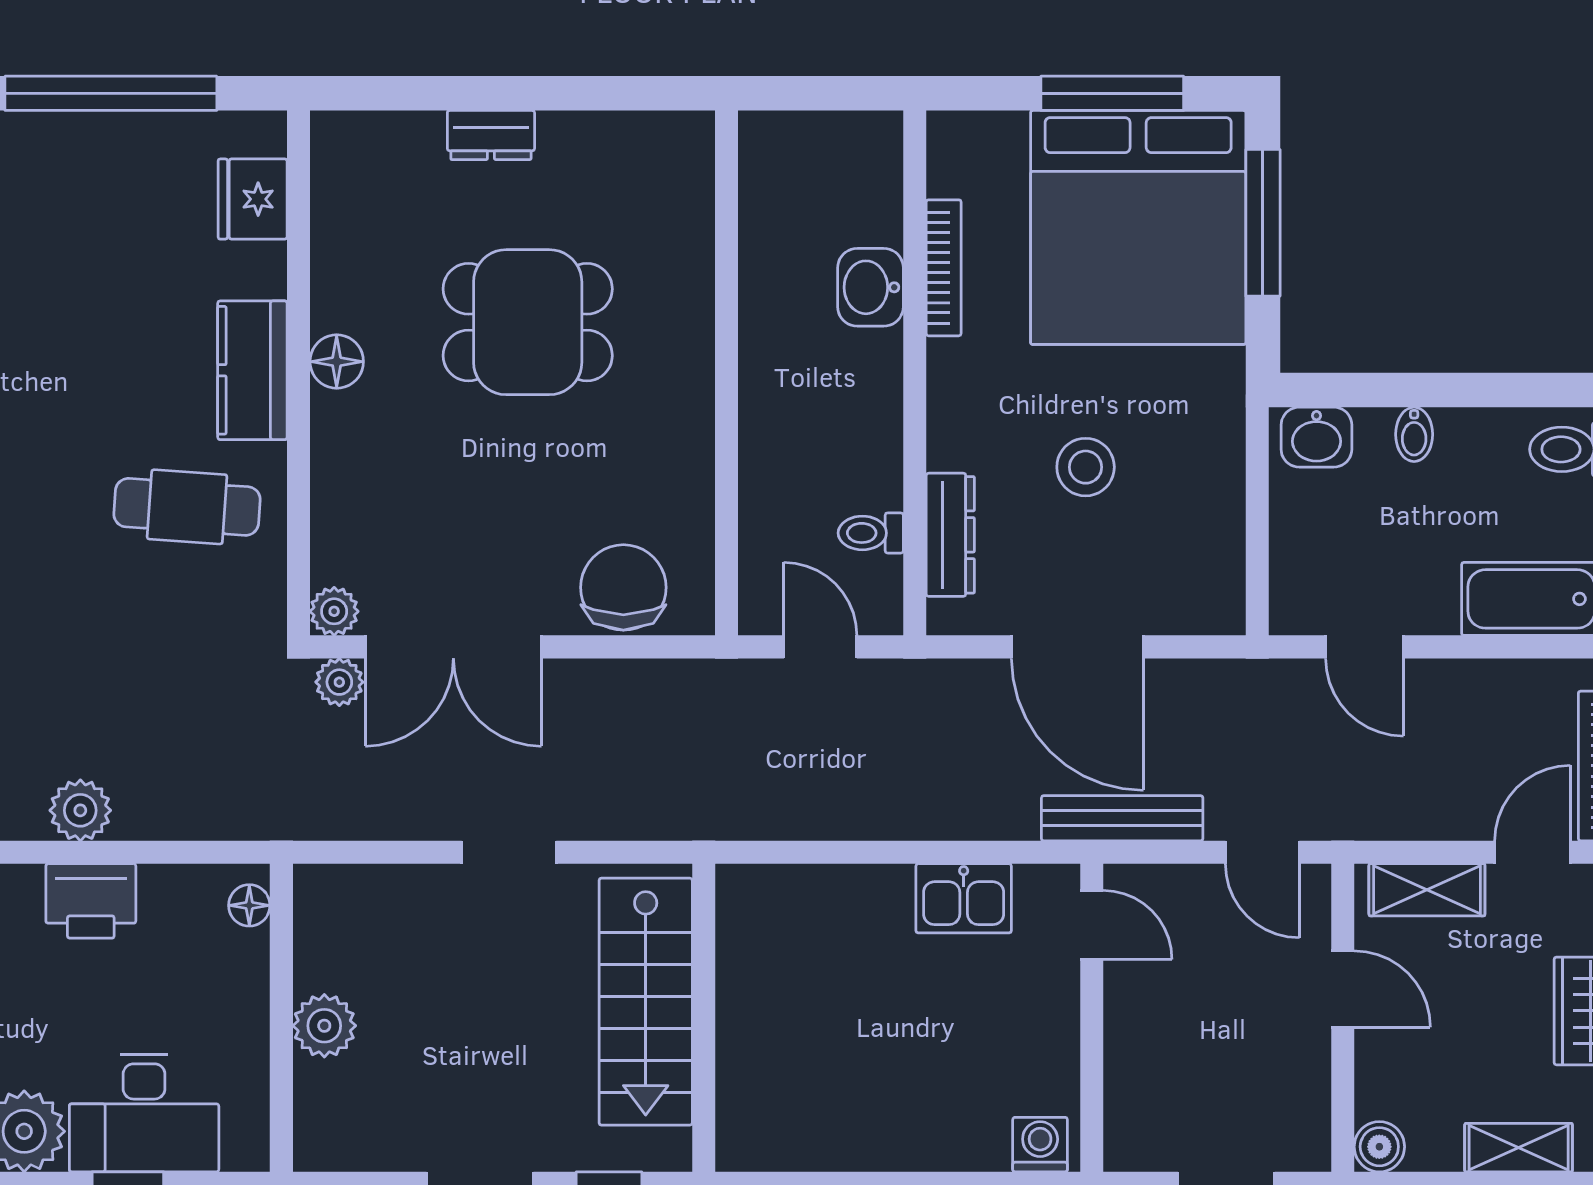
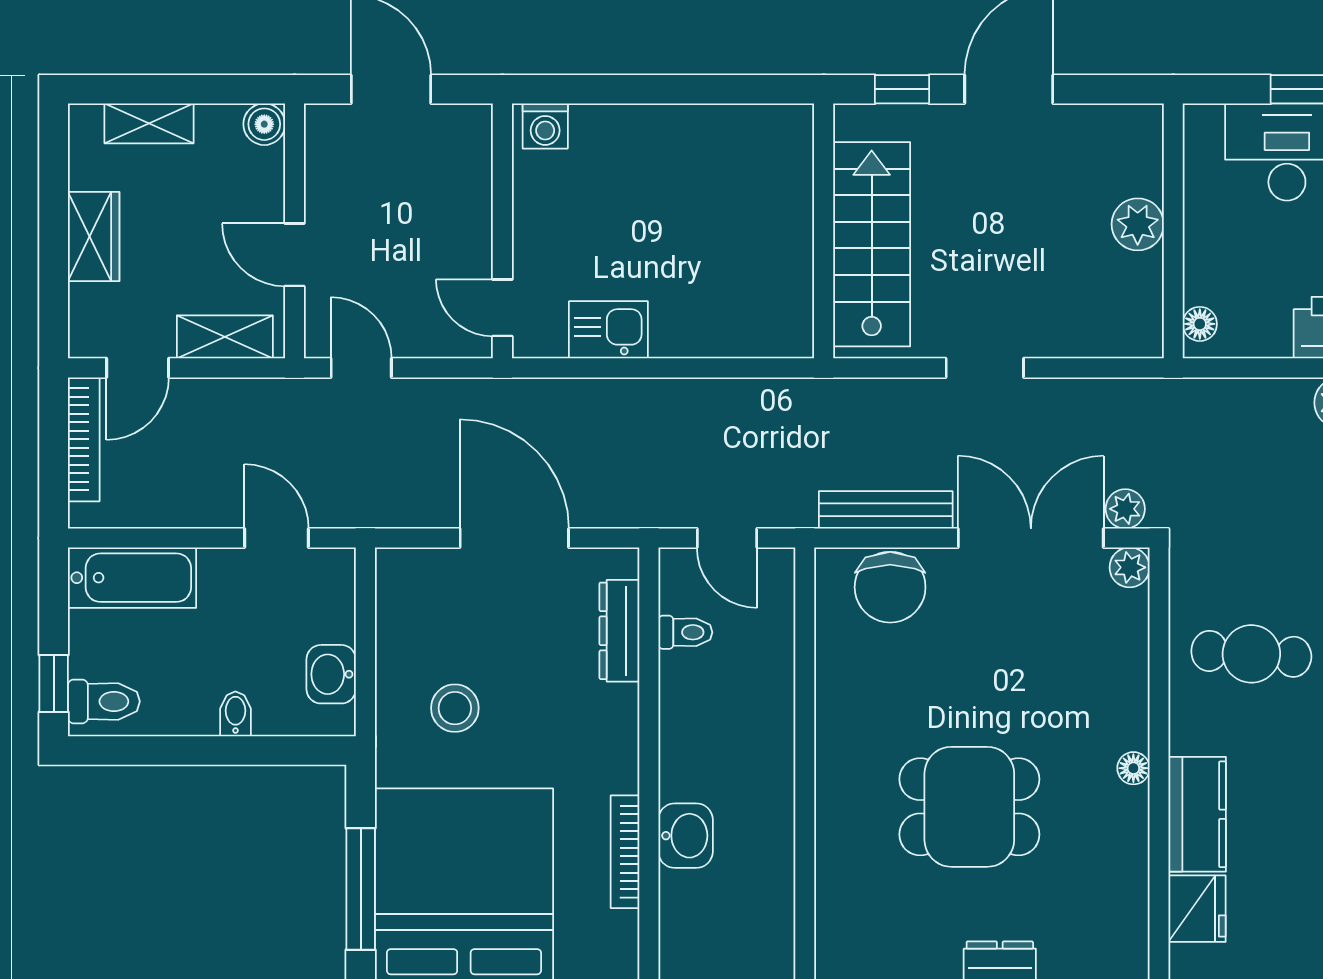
floor lamp: (337, 362) -> (1133, 768), width x0.73, depth x0.73
kitchen counter: (252, 370) -> (1197, 814), moved
washbasin: (1316, 437) -> (331, 674), moved, turned -90
stool: (1086, 467) -> (455, 708), moved
bench: (1122, 818) -> (886, 510), moved

